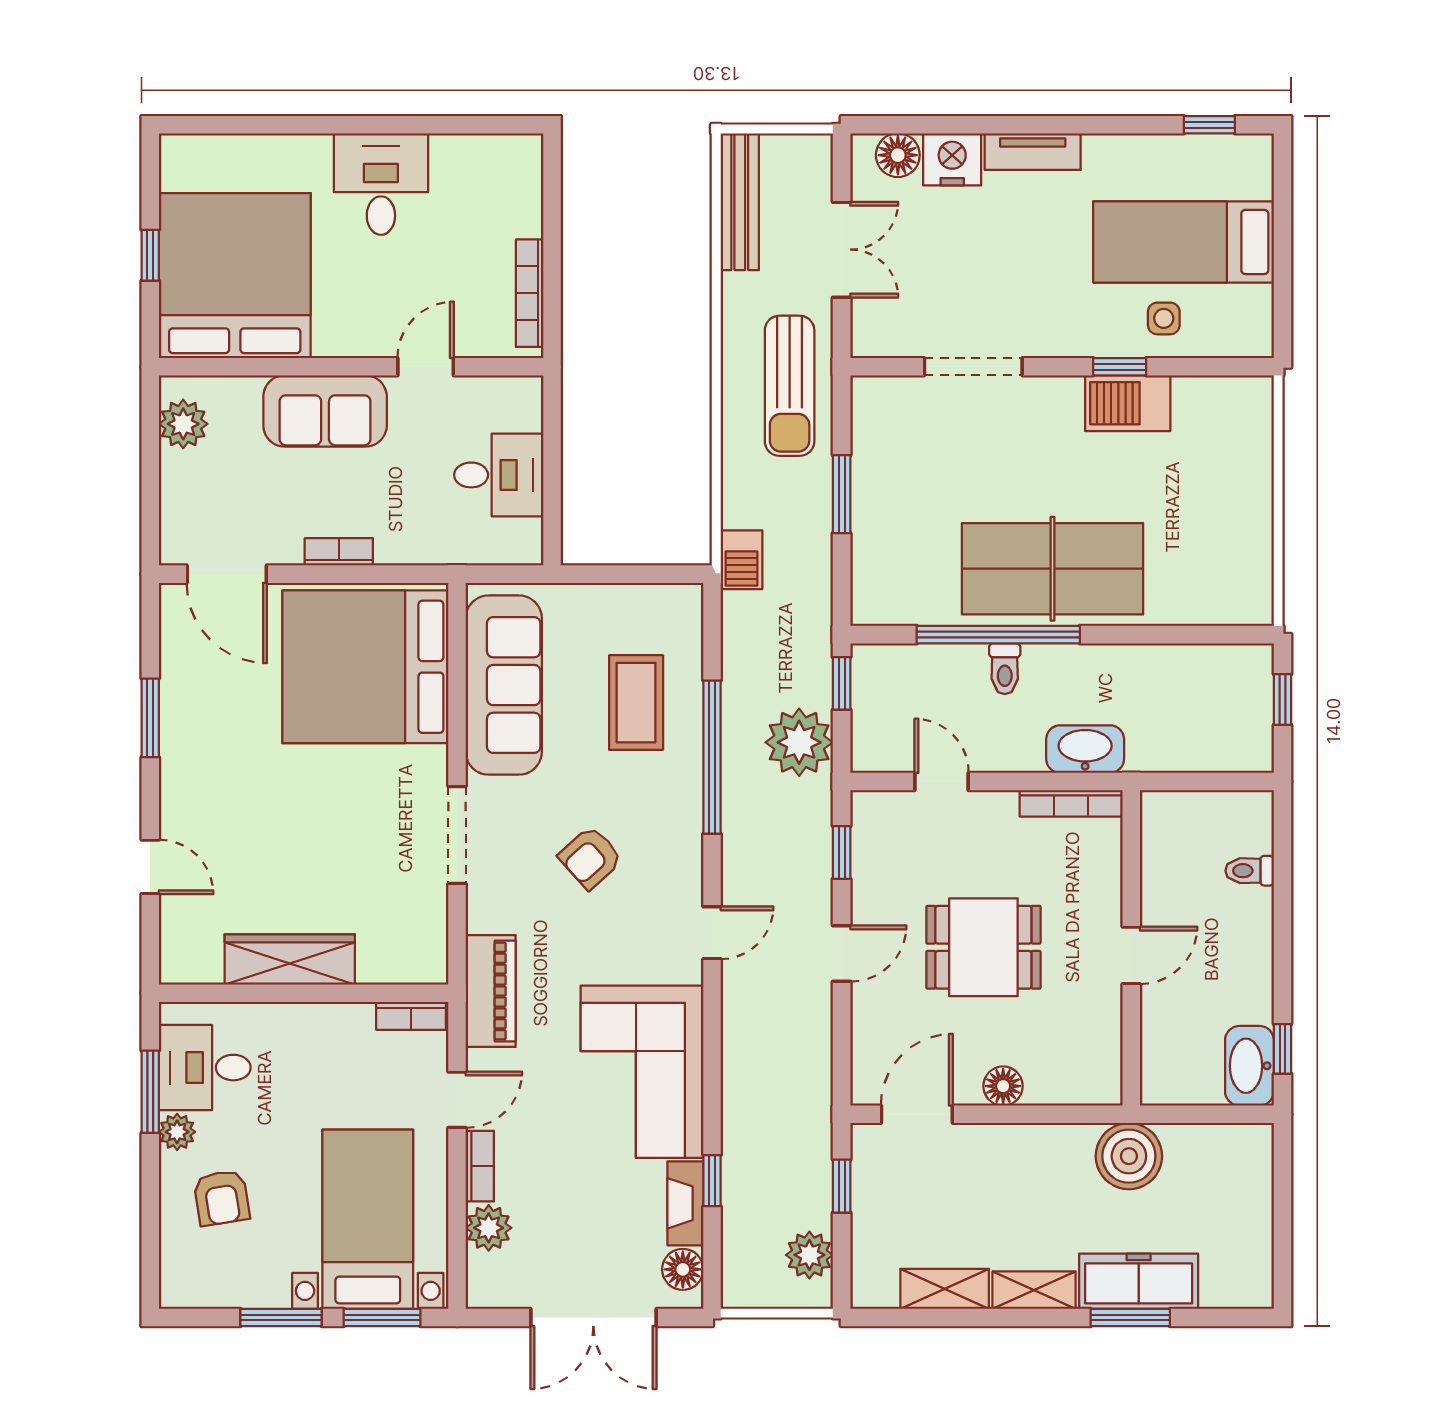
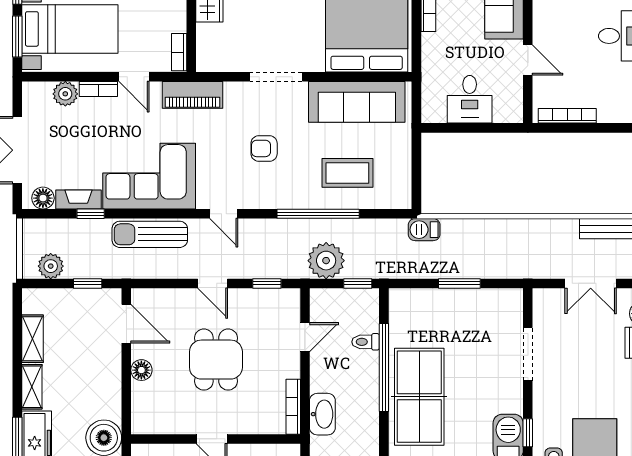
sun lounger: (790, 386) -> (150, 234), moved
toilet: (1005, 669) -> (366, 342), moved
armchair: (590, 858) -> (264, 148), turned -48

